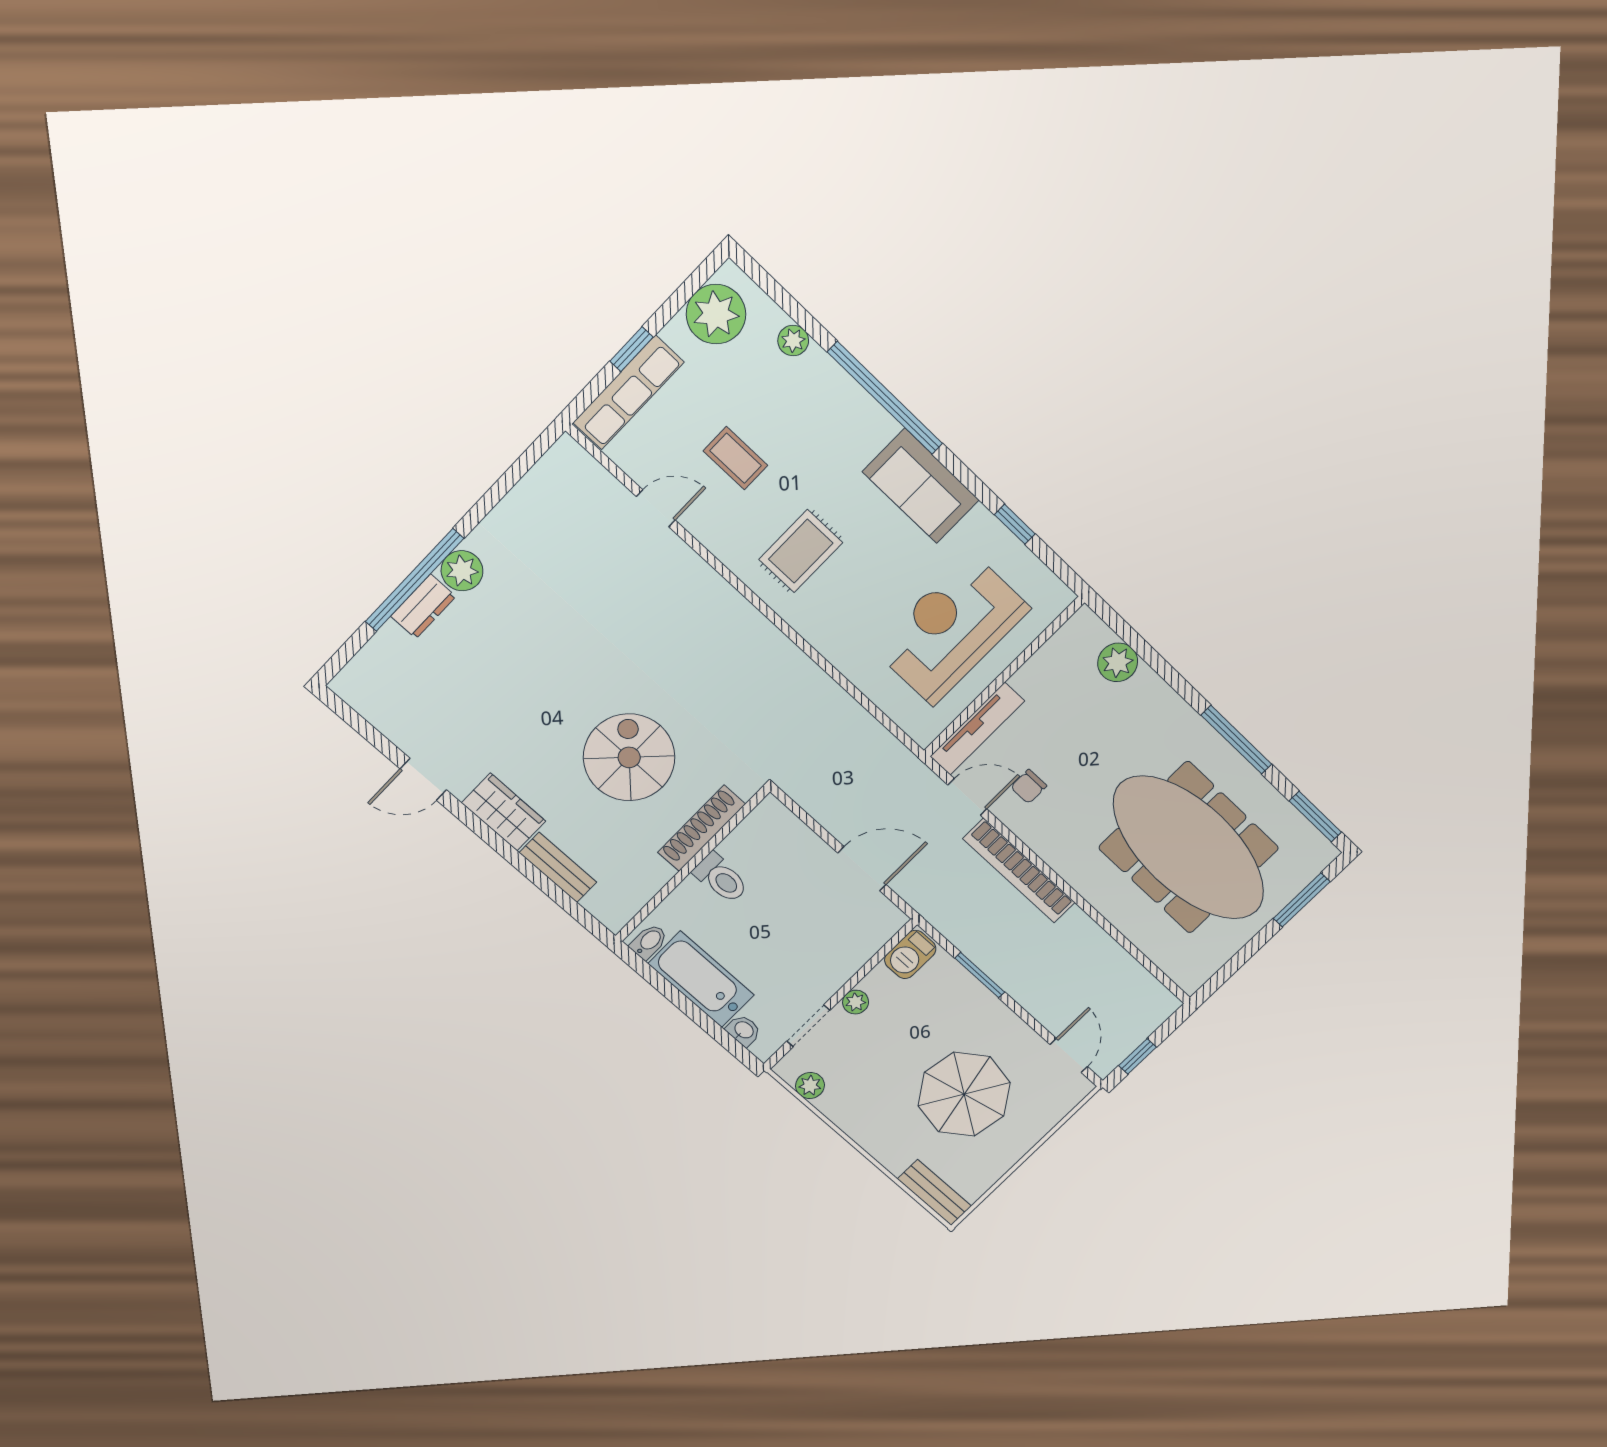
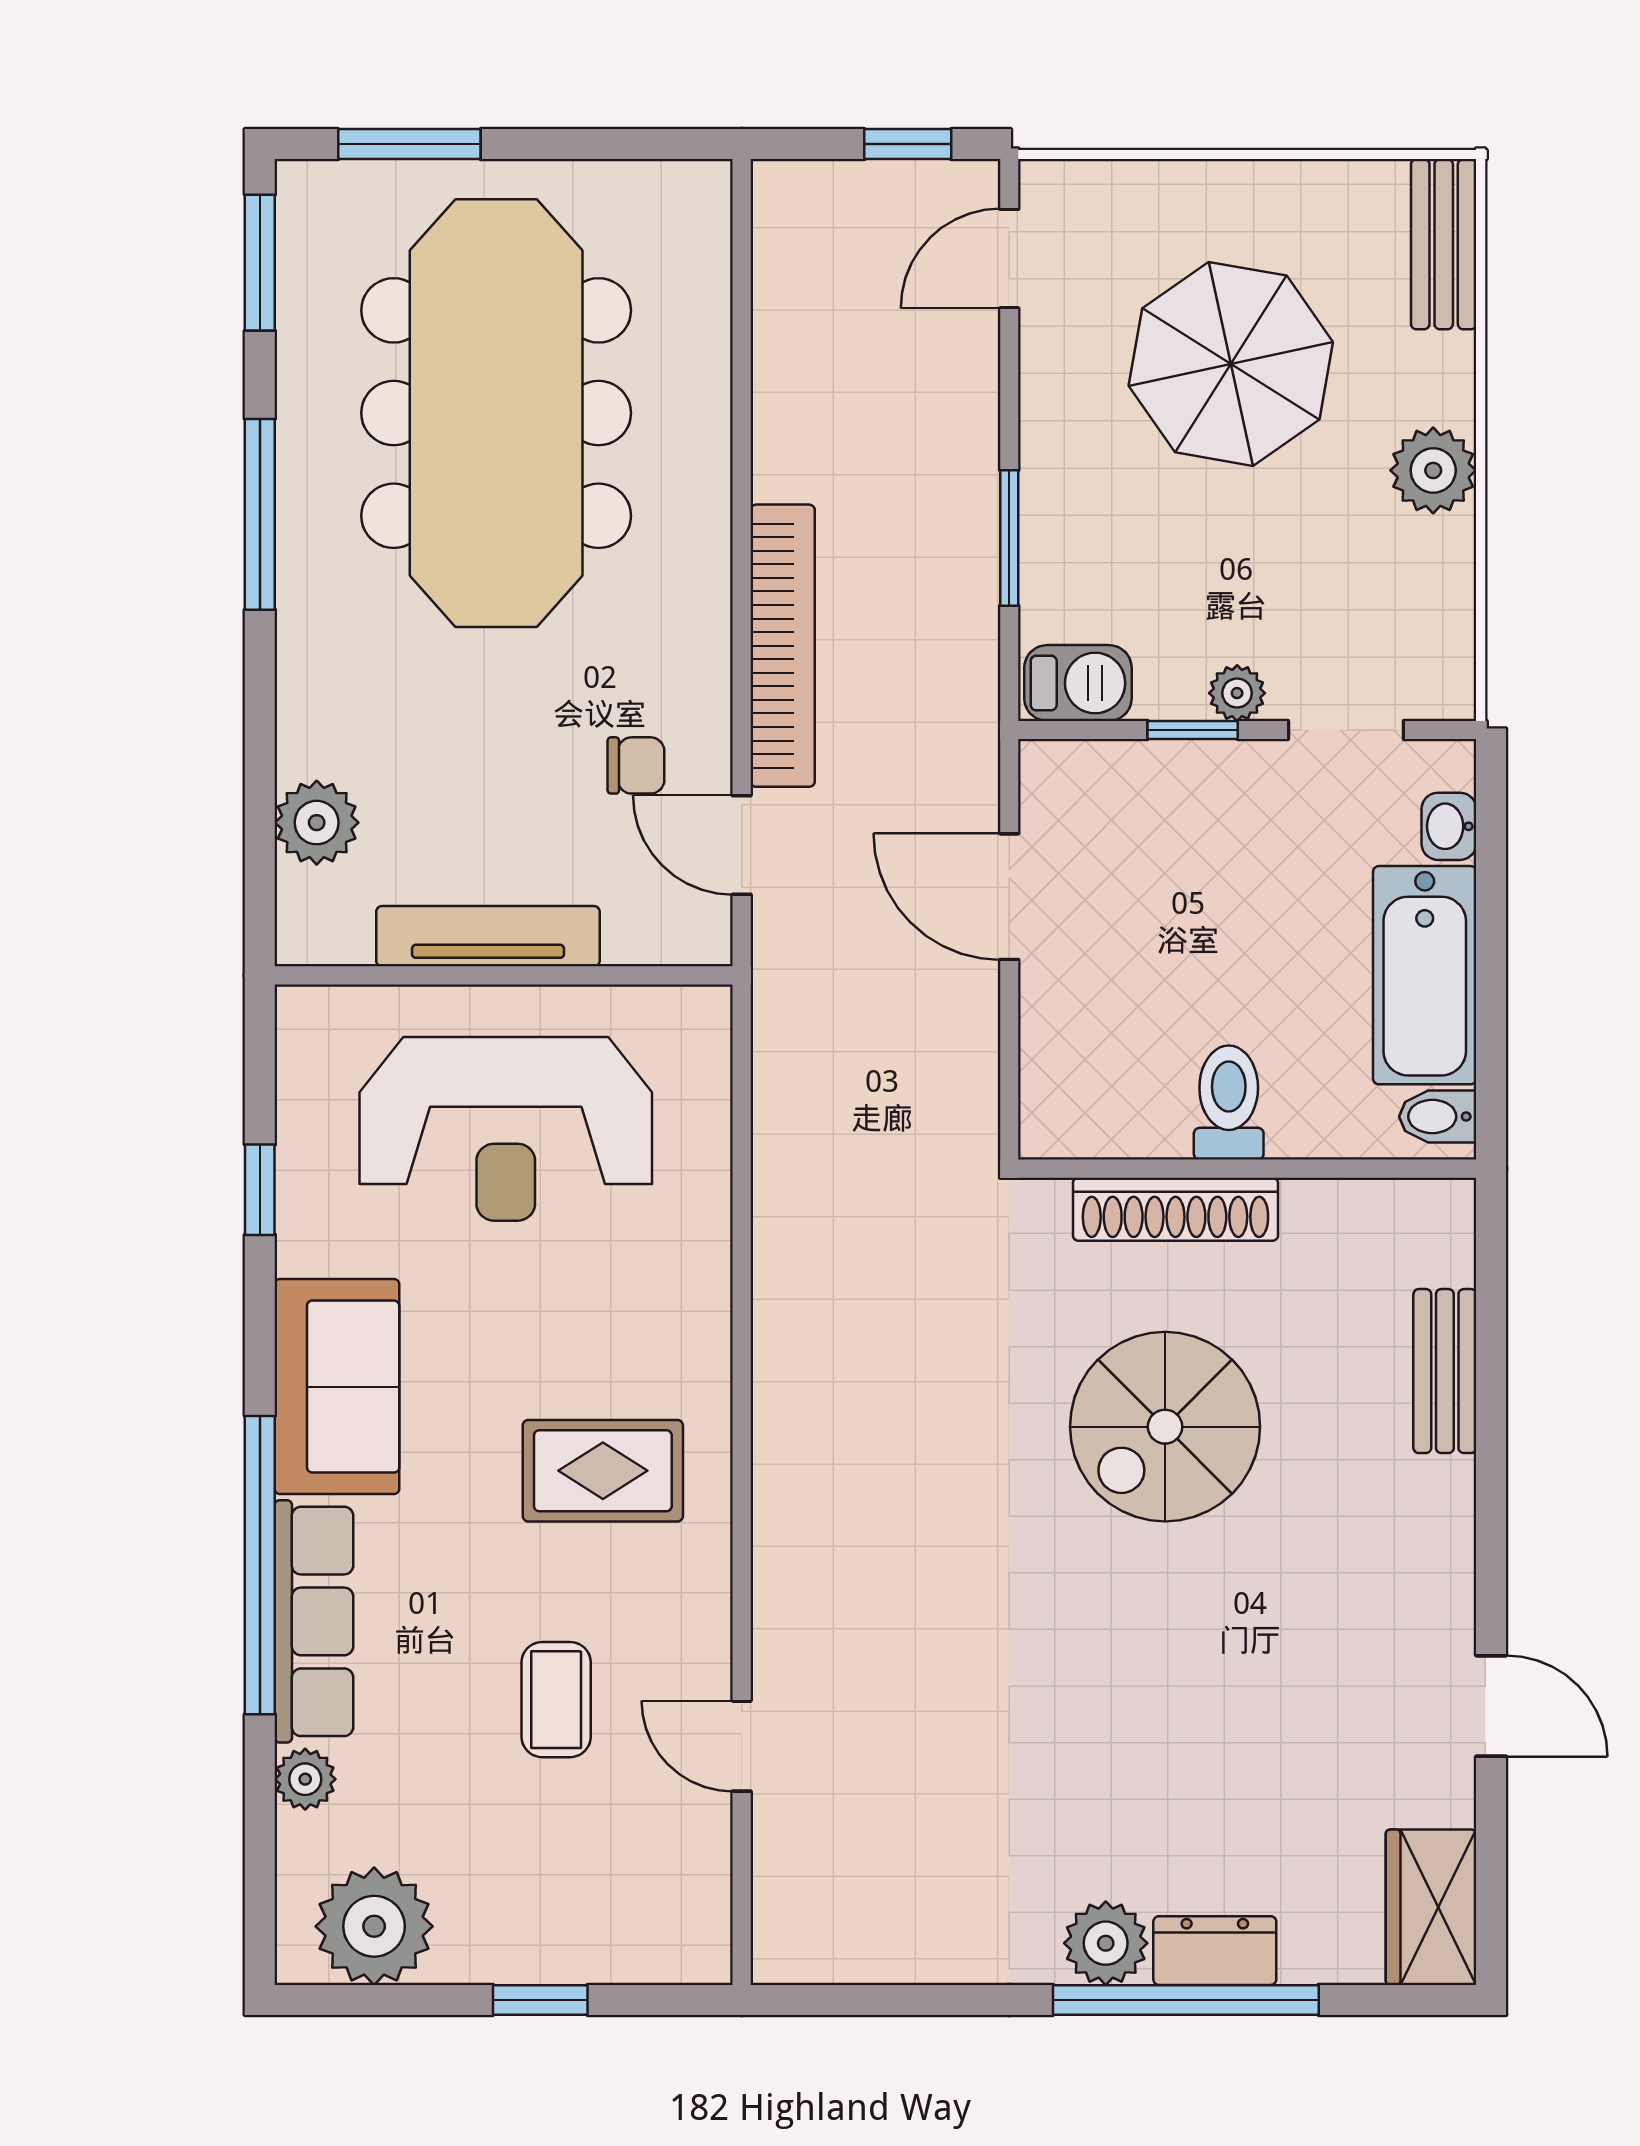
row of seats: (628, 392) -> (314, 1621), moved, turned 90
tv unit: (977, 729) -> (488, 936), moved
wardrobe: (504, 812) -> (1431, 1907), moved
window: (858, 977) -> (1193, 730), added
plant: (810, 1085) -> (1433, 470), moved, width x1.38, depth x1.38

